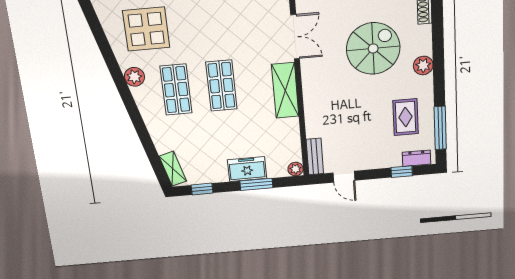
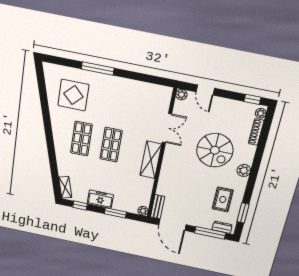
spiral stairs: (373, 48) -> (215, 150), turned 90
plant: (134, 77) -> (57, 123), removed
window: (440, 128) -> (243, 213), width x0.69
freezer: (247, 169) -> (100, 199), moved
window: (402, 172) -> (210, 233), width x2.17
door: (344, 177) -> (172, 225), width x1.88

